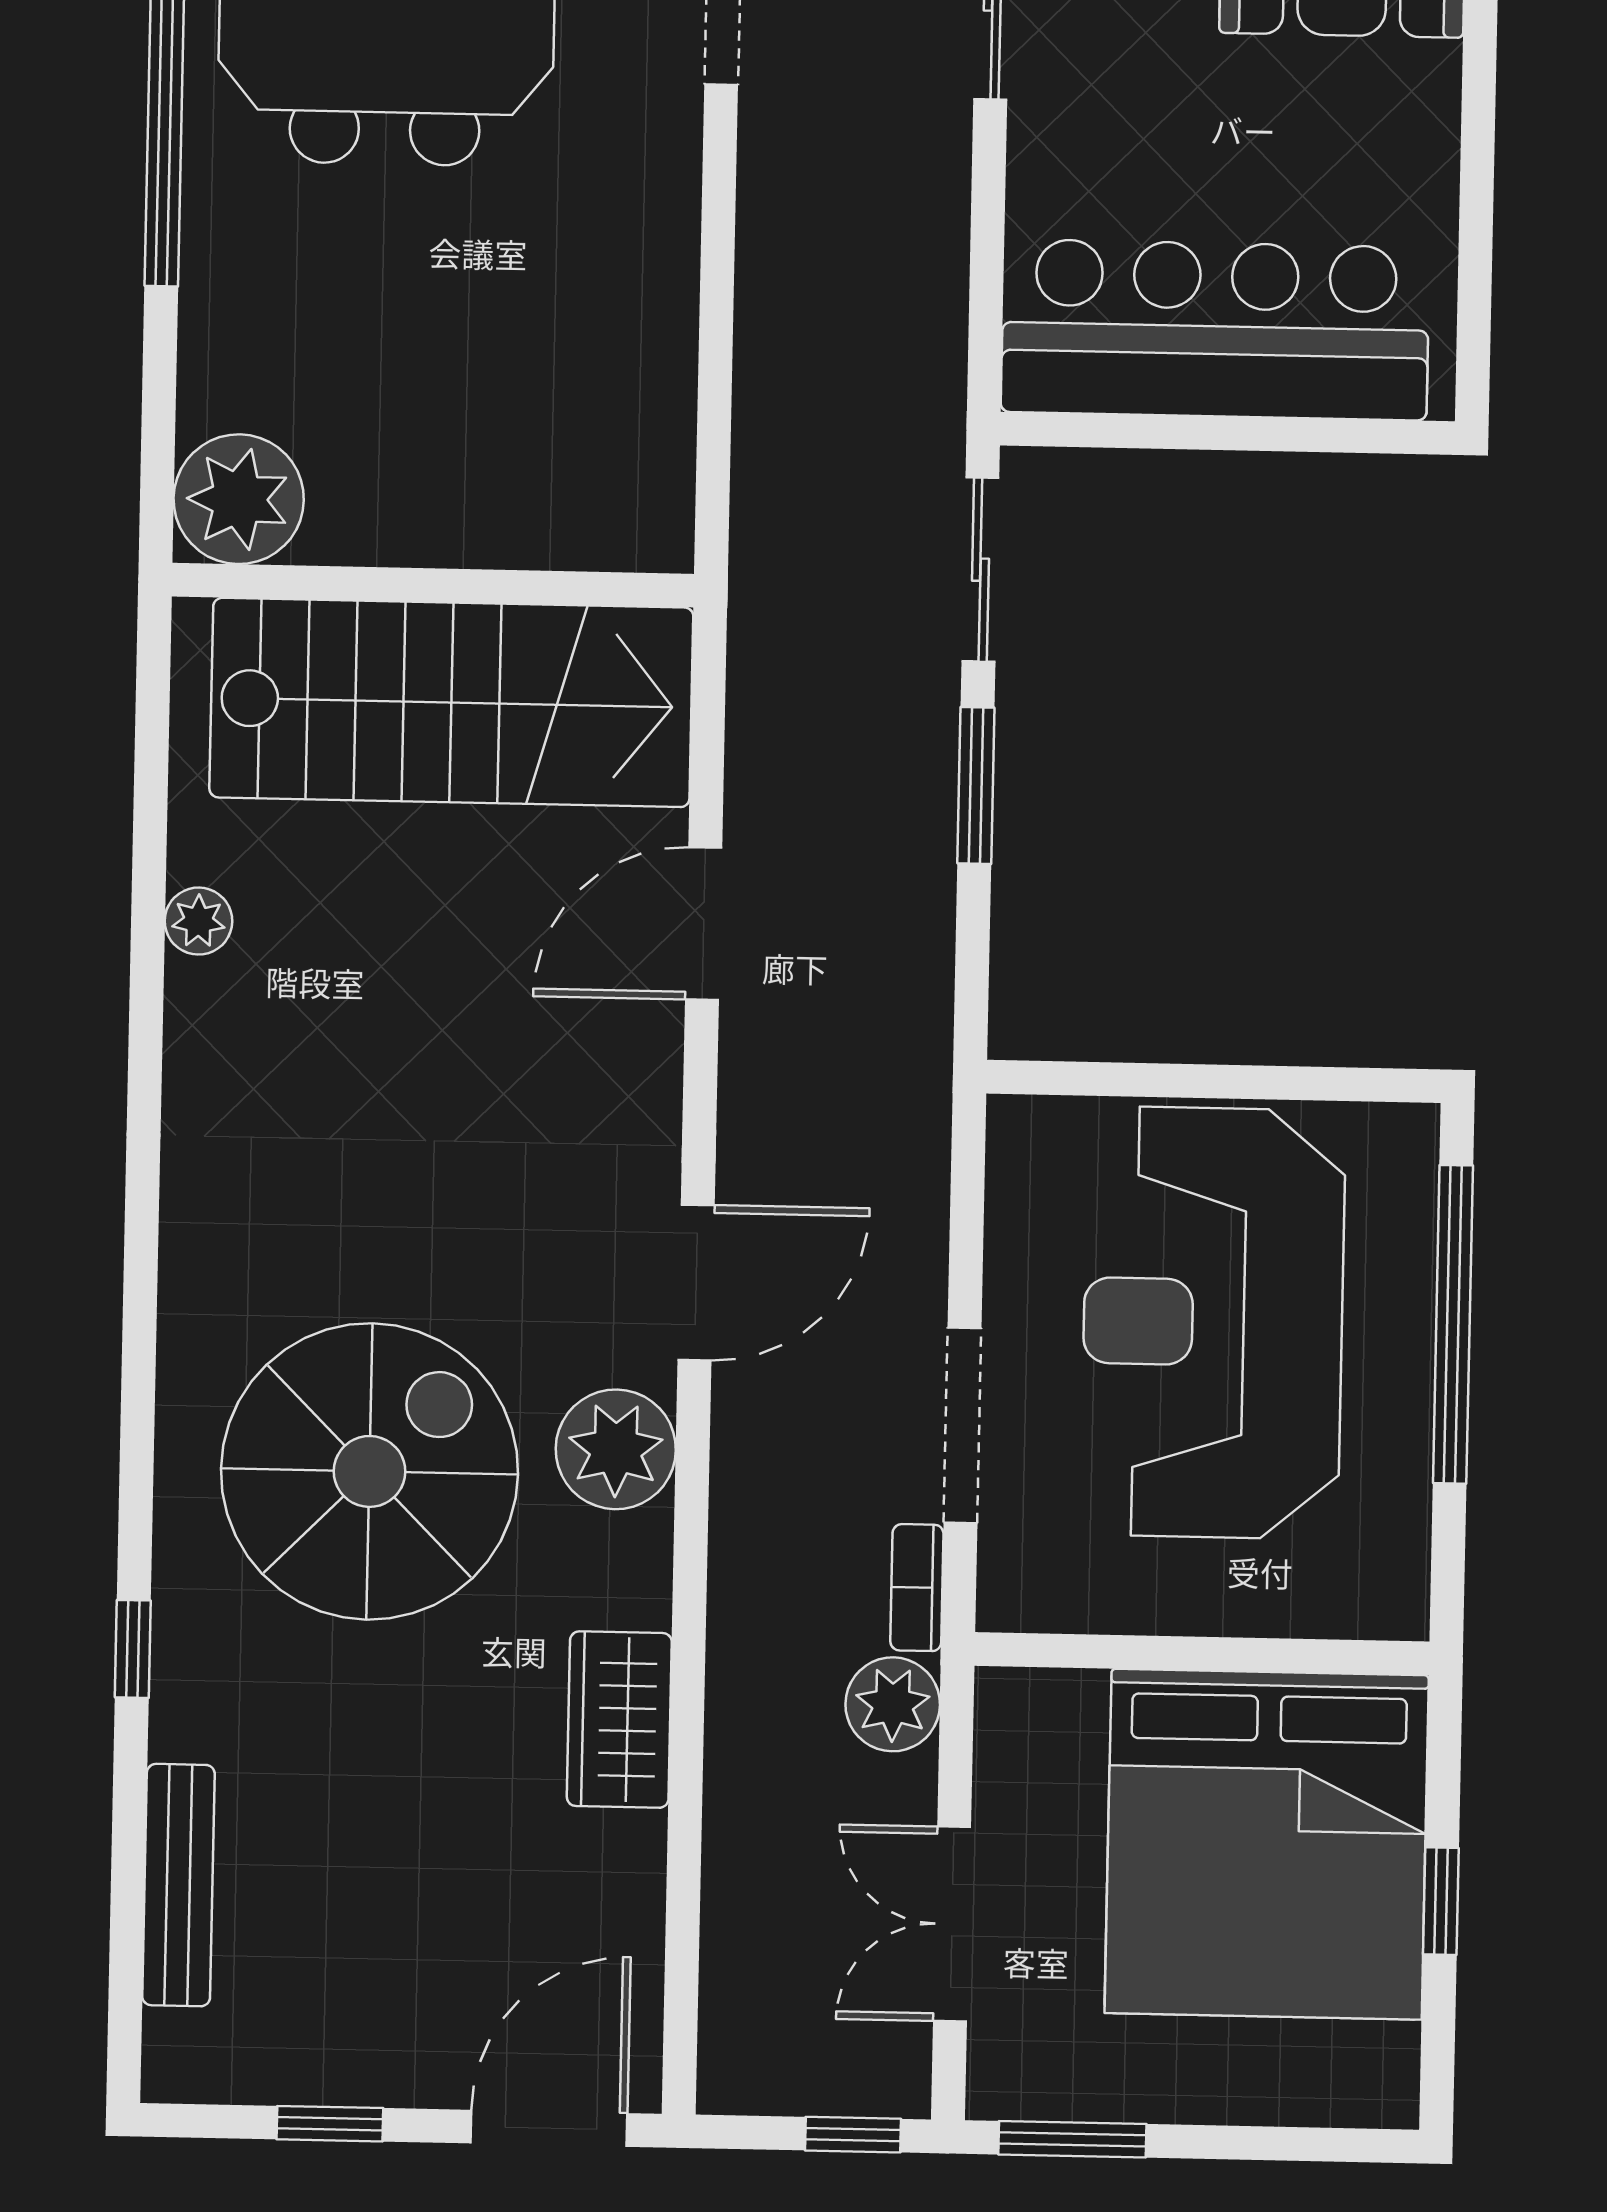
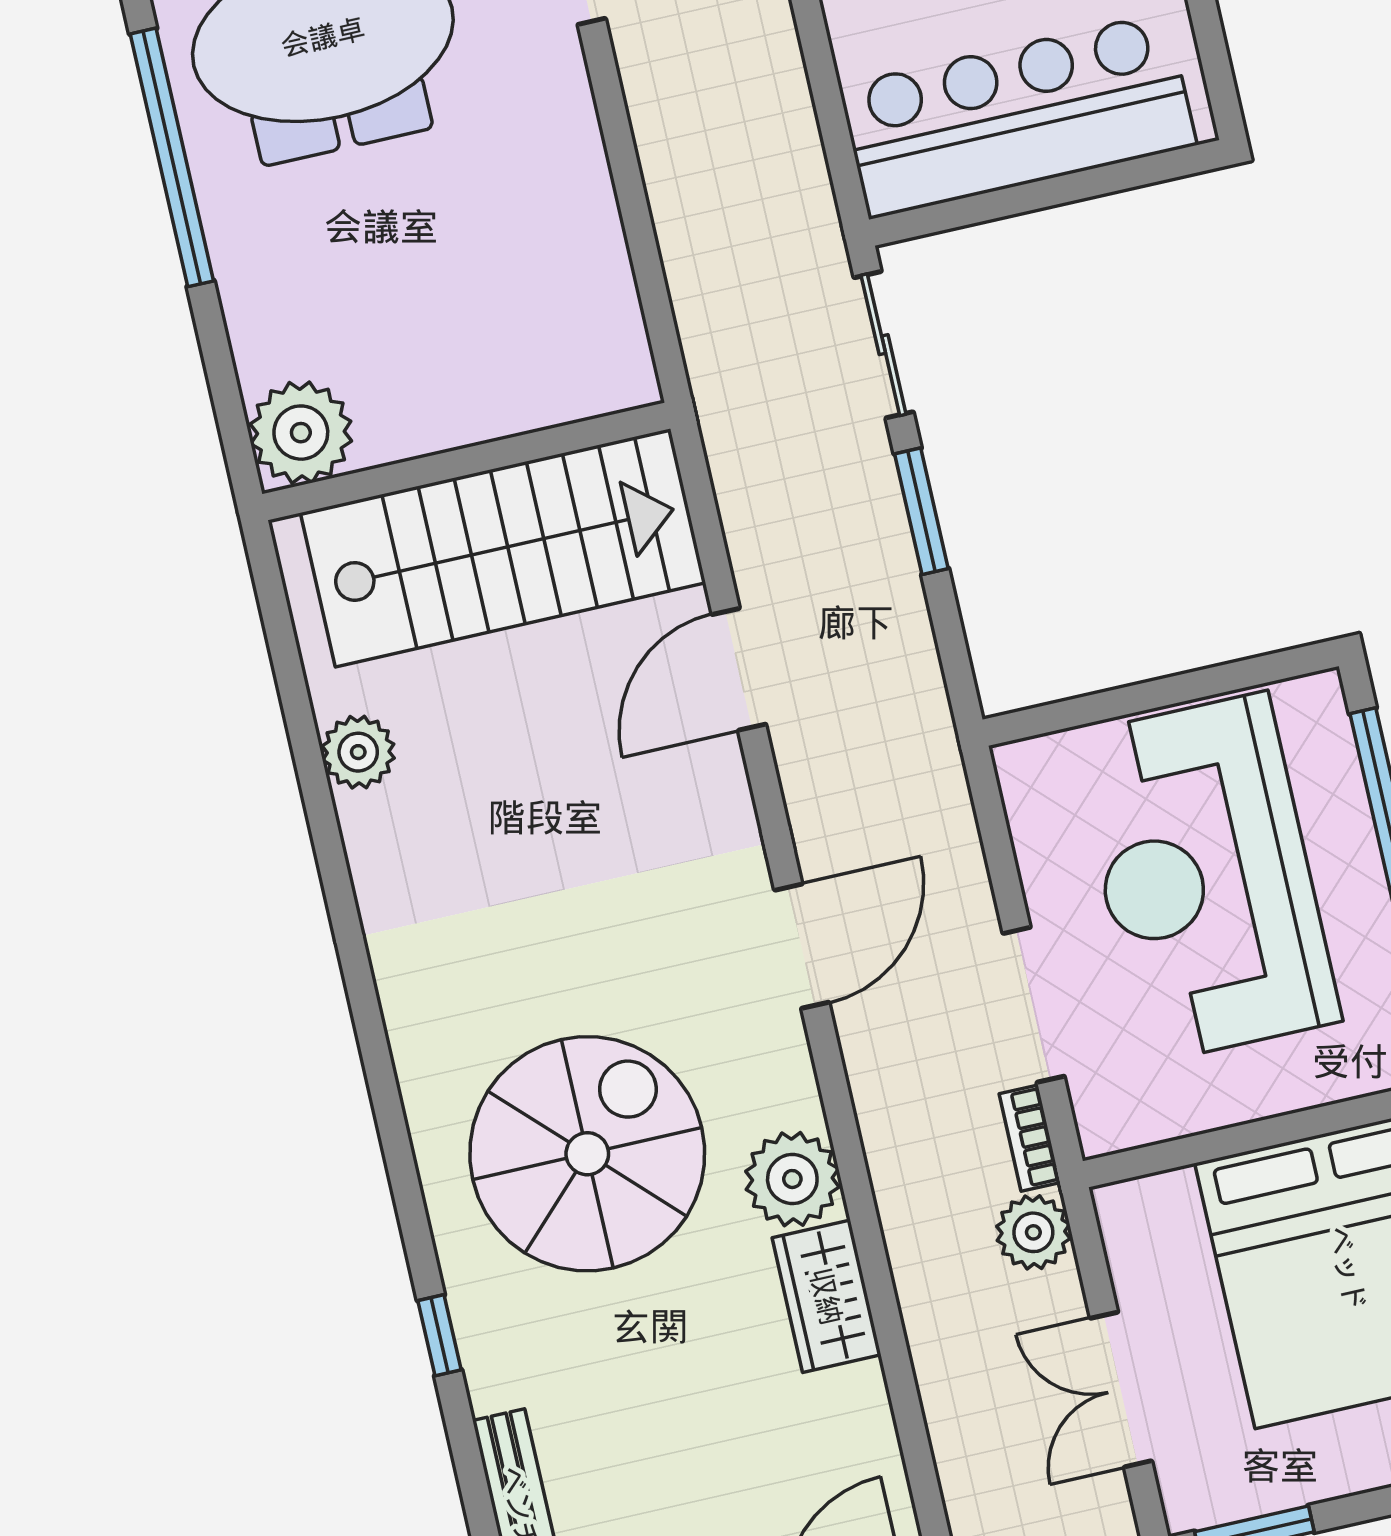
plant: (198, 921) -> (358, 752), width x1.38, depth x1.38
plant: (616, 1449) -> (792, 1179), moved

